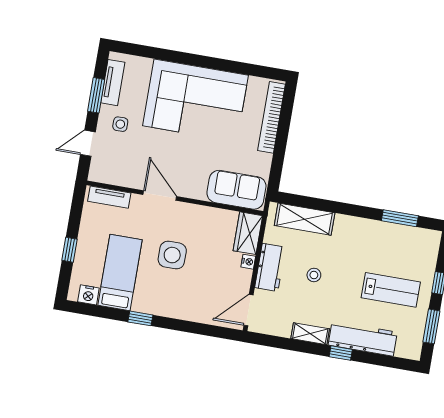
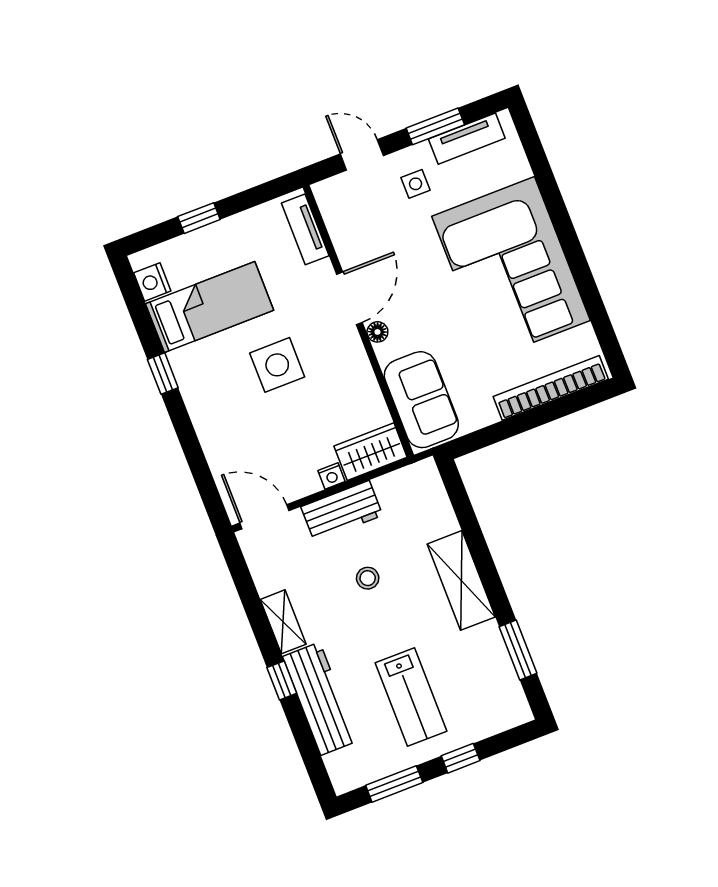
floor lamp: (187, 191) -> (377, 332), added
shelving: (305, 219) -> (461, 580), moved

